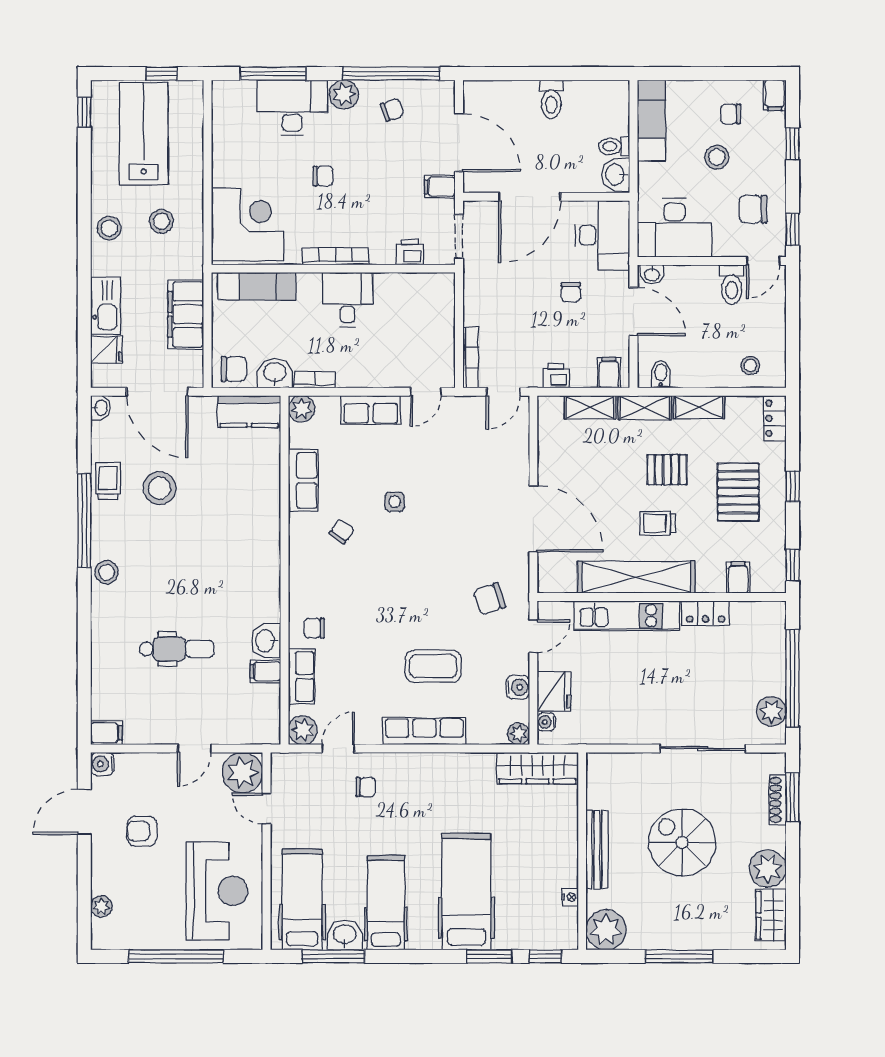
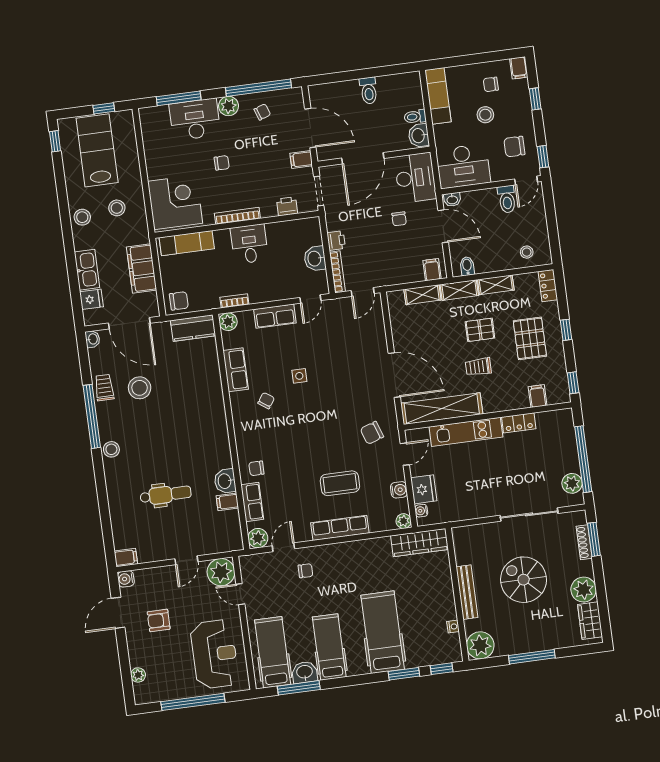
washbasin: (275, 373) -> (315, 259), moved, turned -90
printer: (556, 376) -> (336, 241), moved, turned 90
shelving: (636, 577) -> (442, 409), moved

